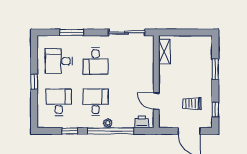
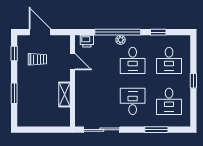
shelving: (164, 52) -> (64, 95), moved
desk: (59, 61) -> (169, 101), turned 90

